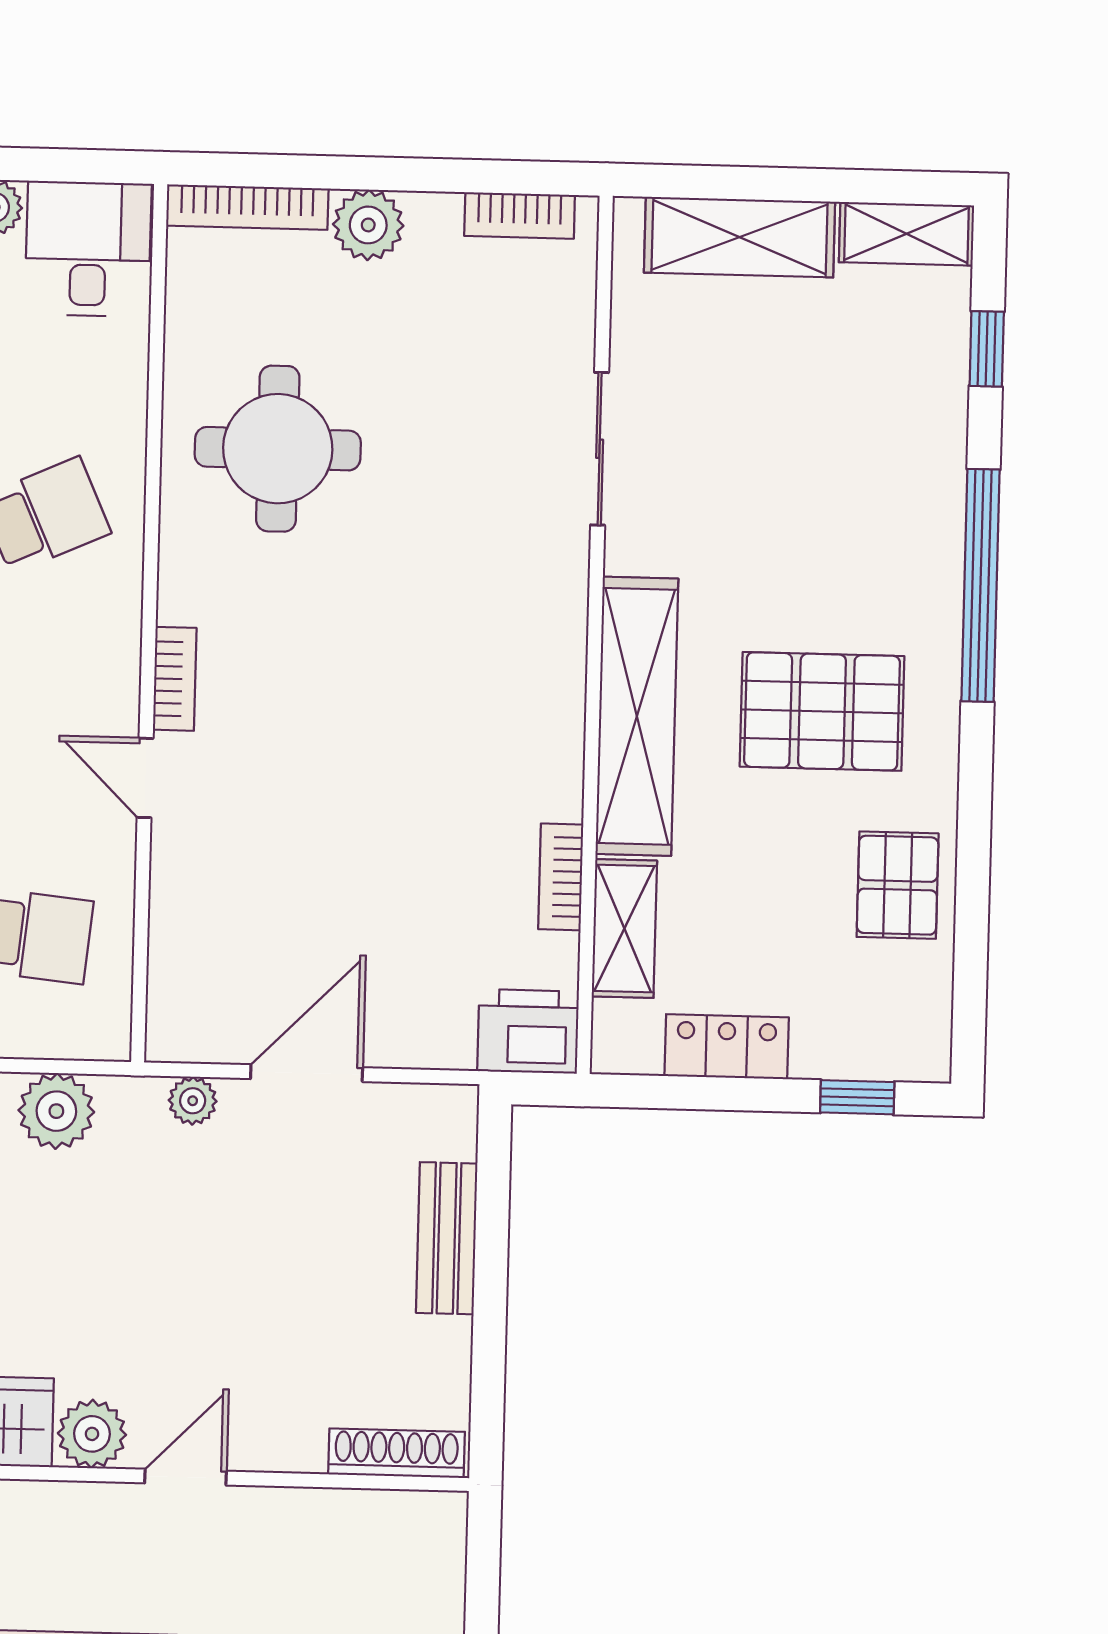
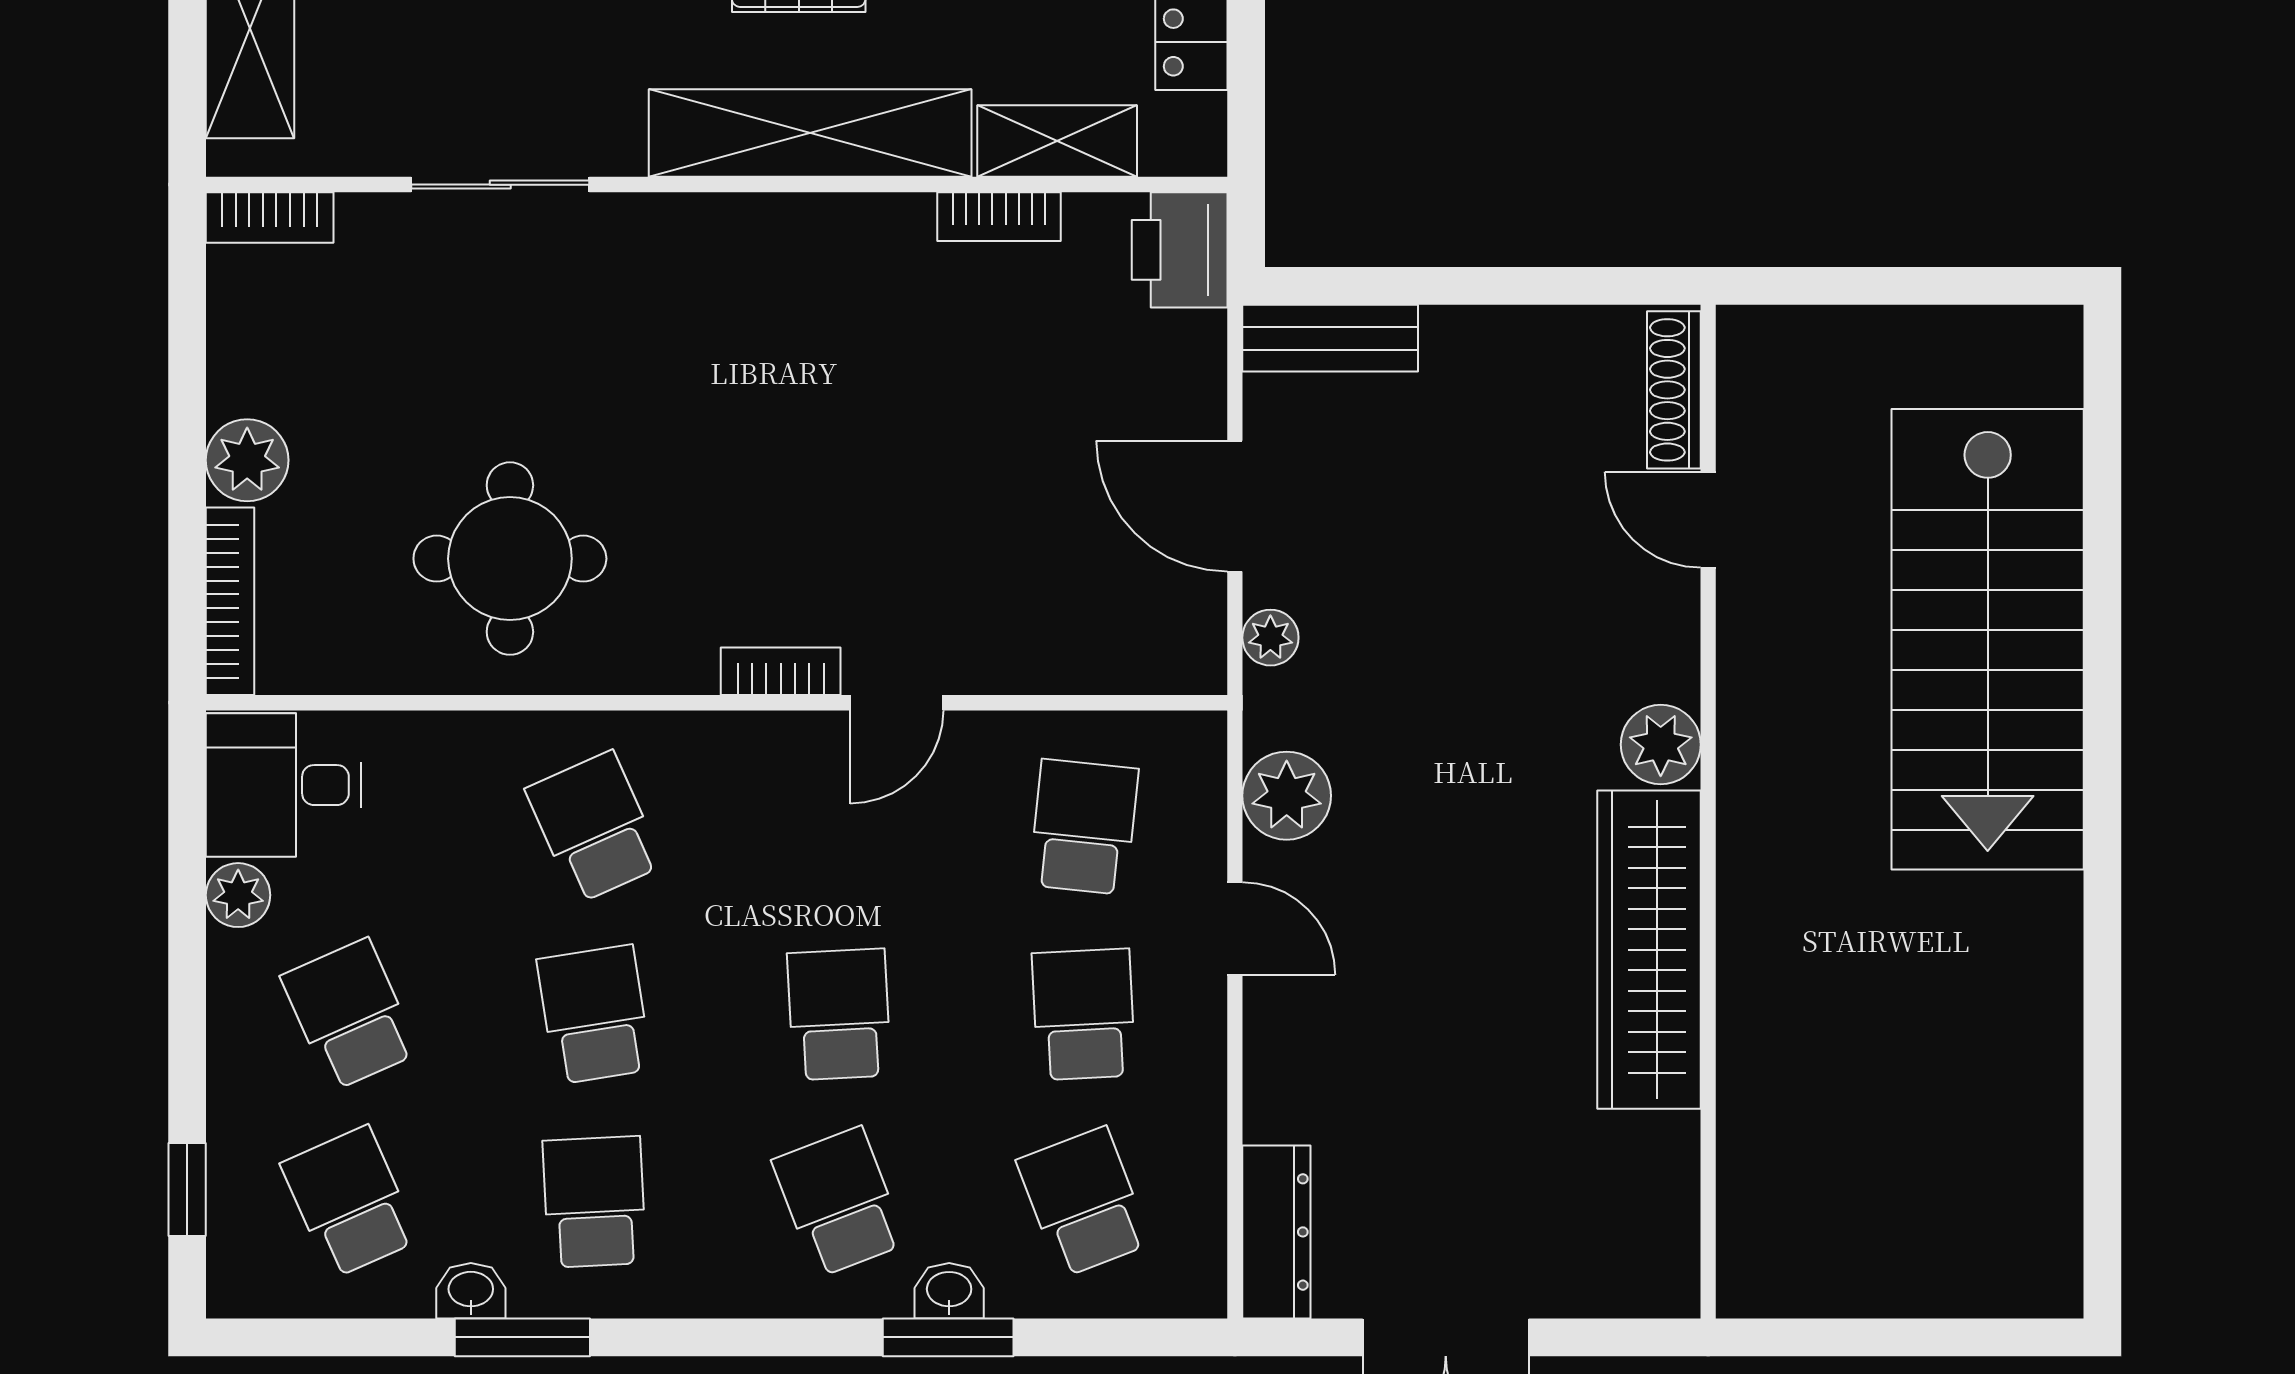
bookcase: (520, 215) -> (270, 218), moved, turned 90
bench: (447, 1238) -> (1330, 338), moved
door: (186, 1477) -> (1708, 520), moved

